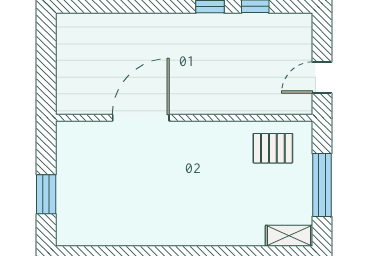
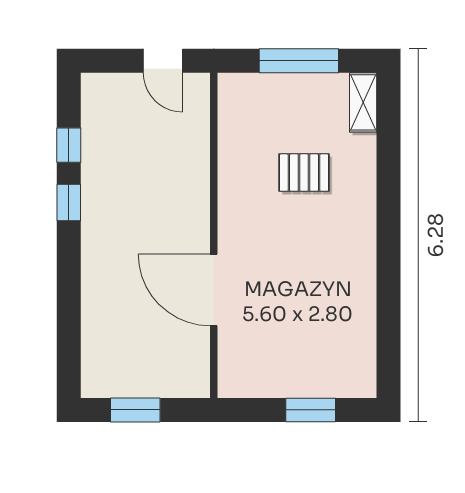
window: (46, 56) -> (135, 410), added
pallet: (273, 148) -> (304, 173), moved, turned 90

